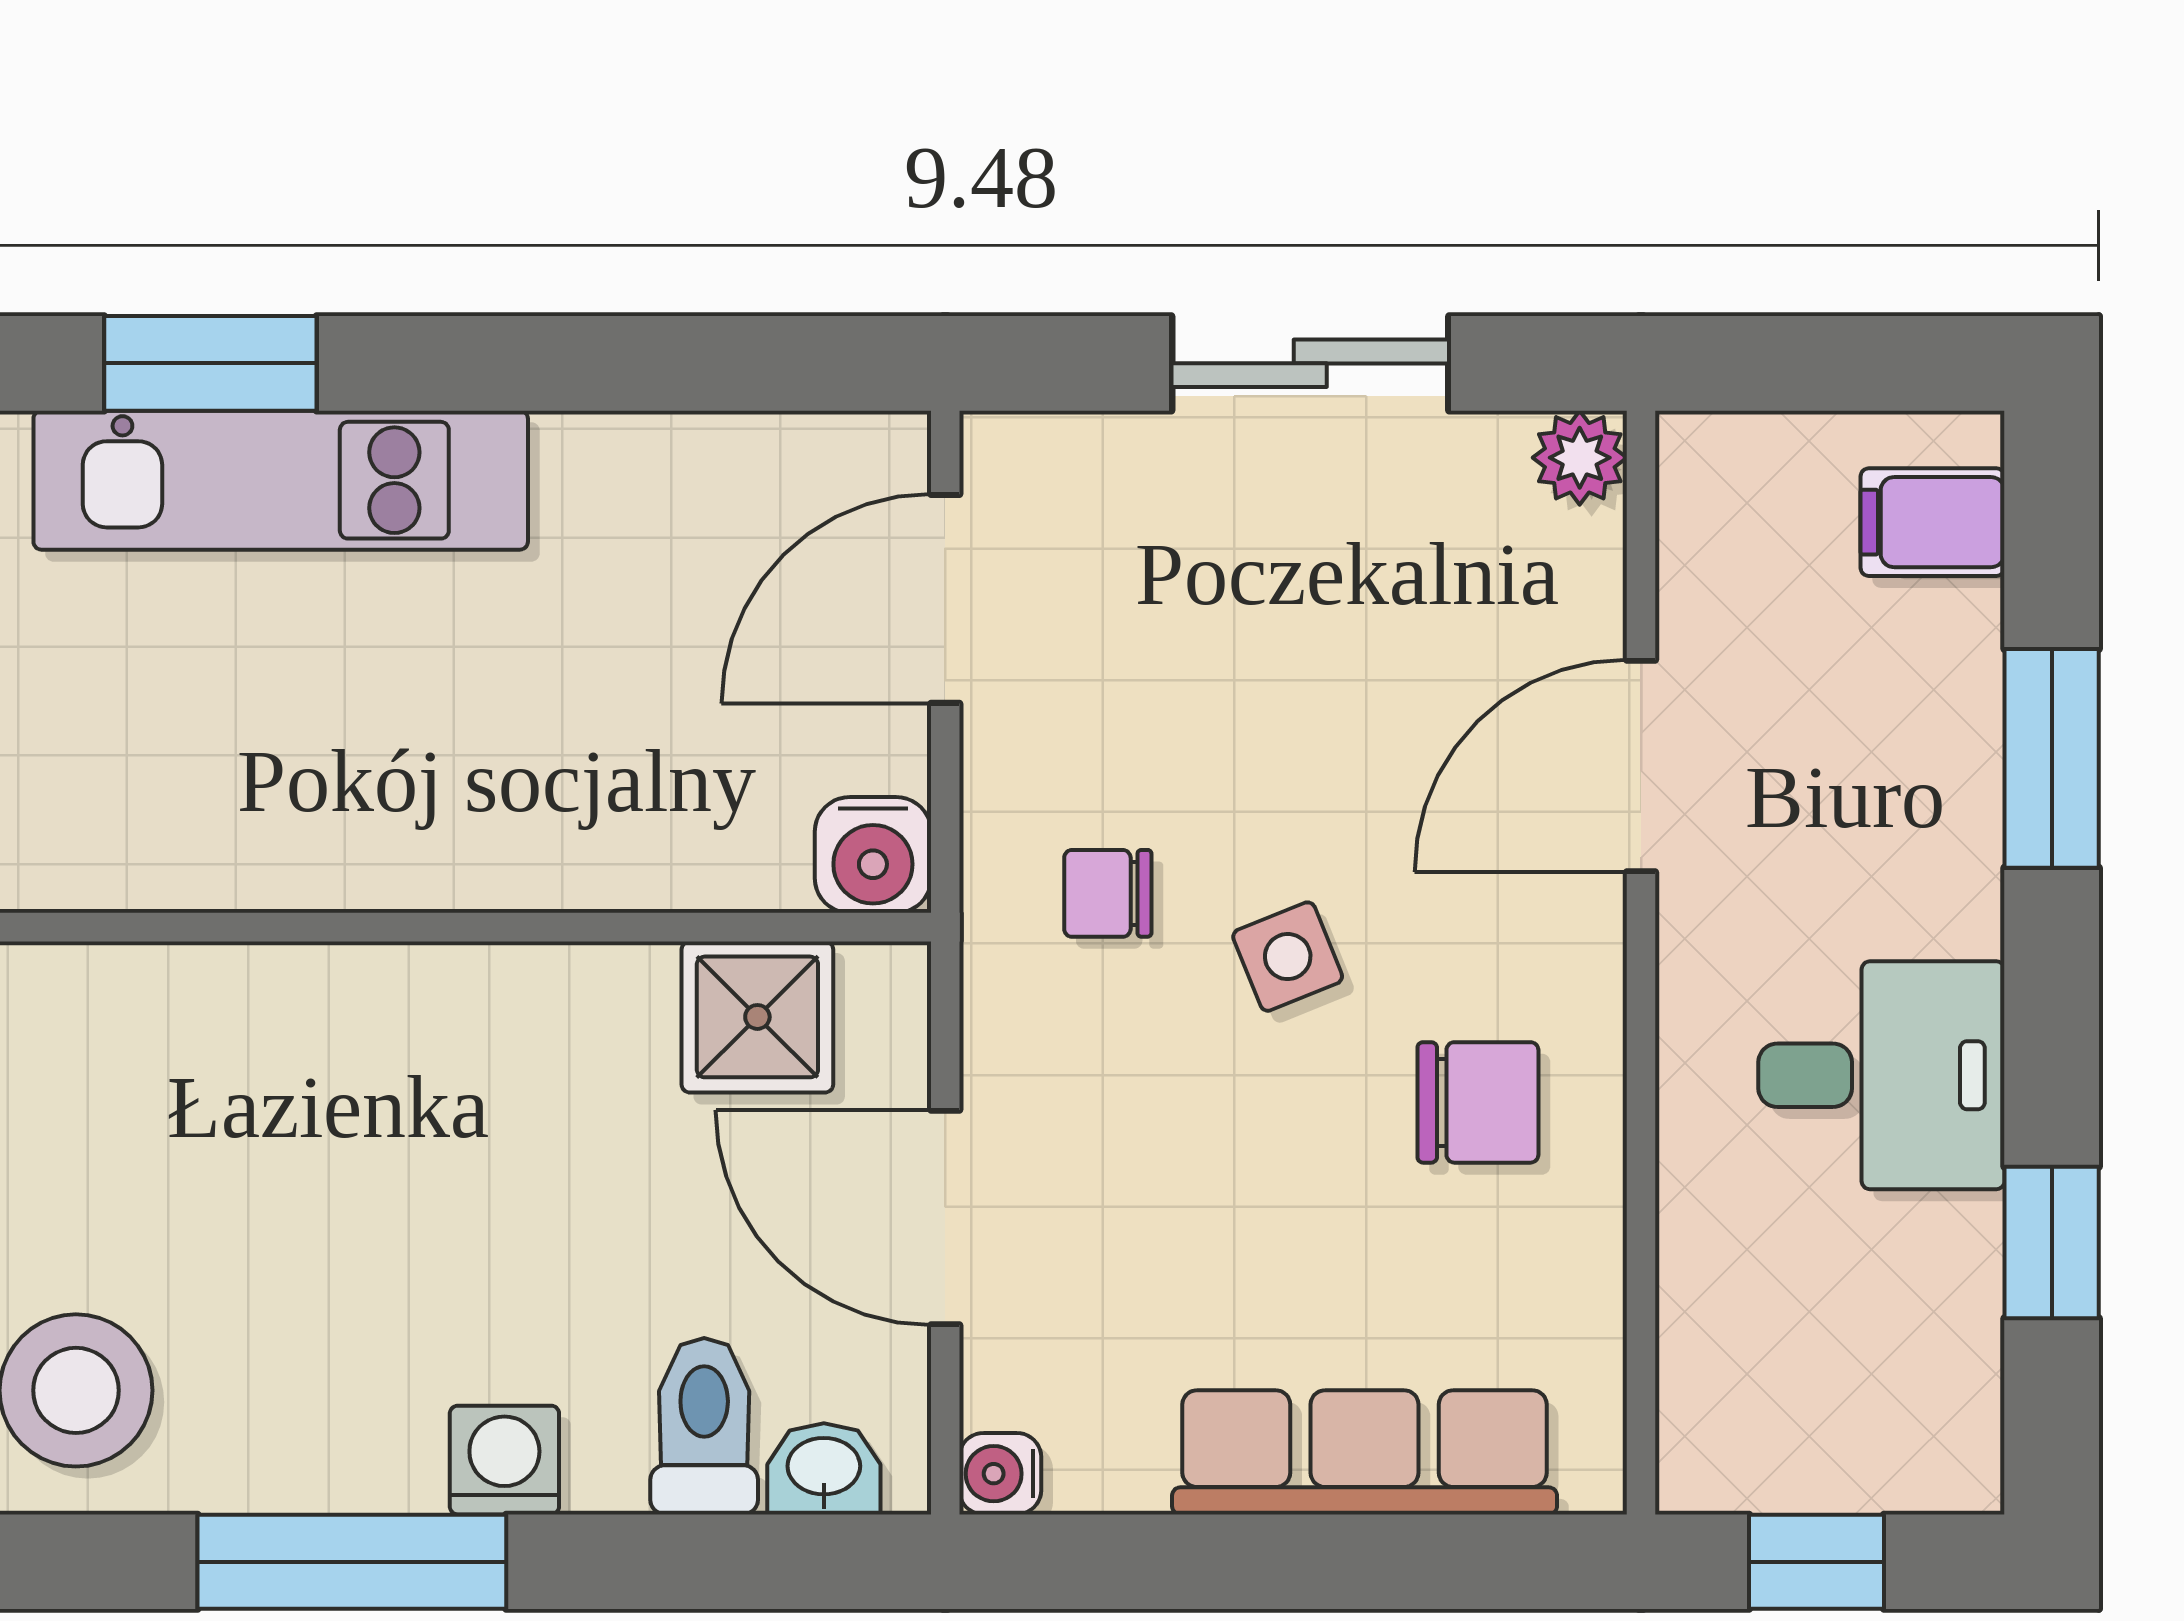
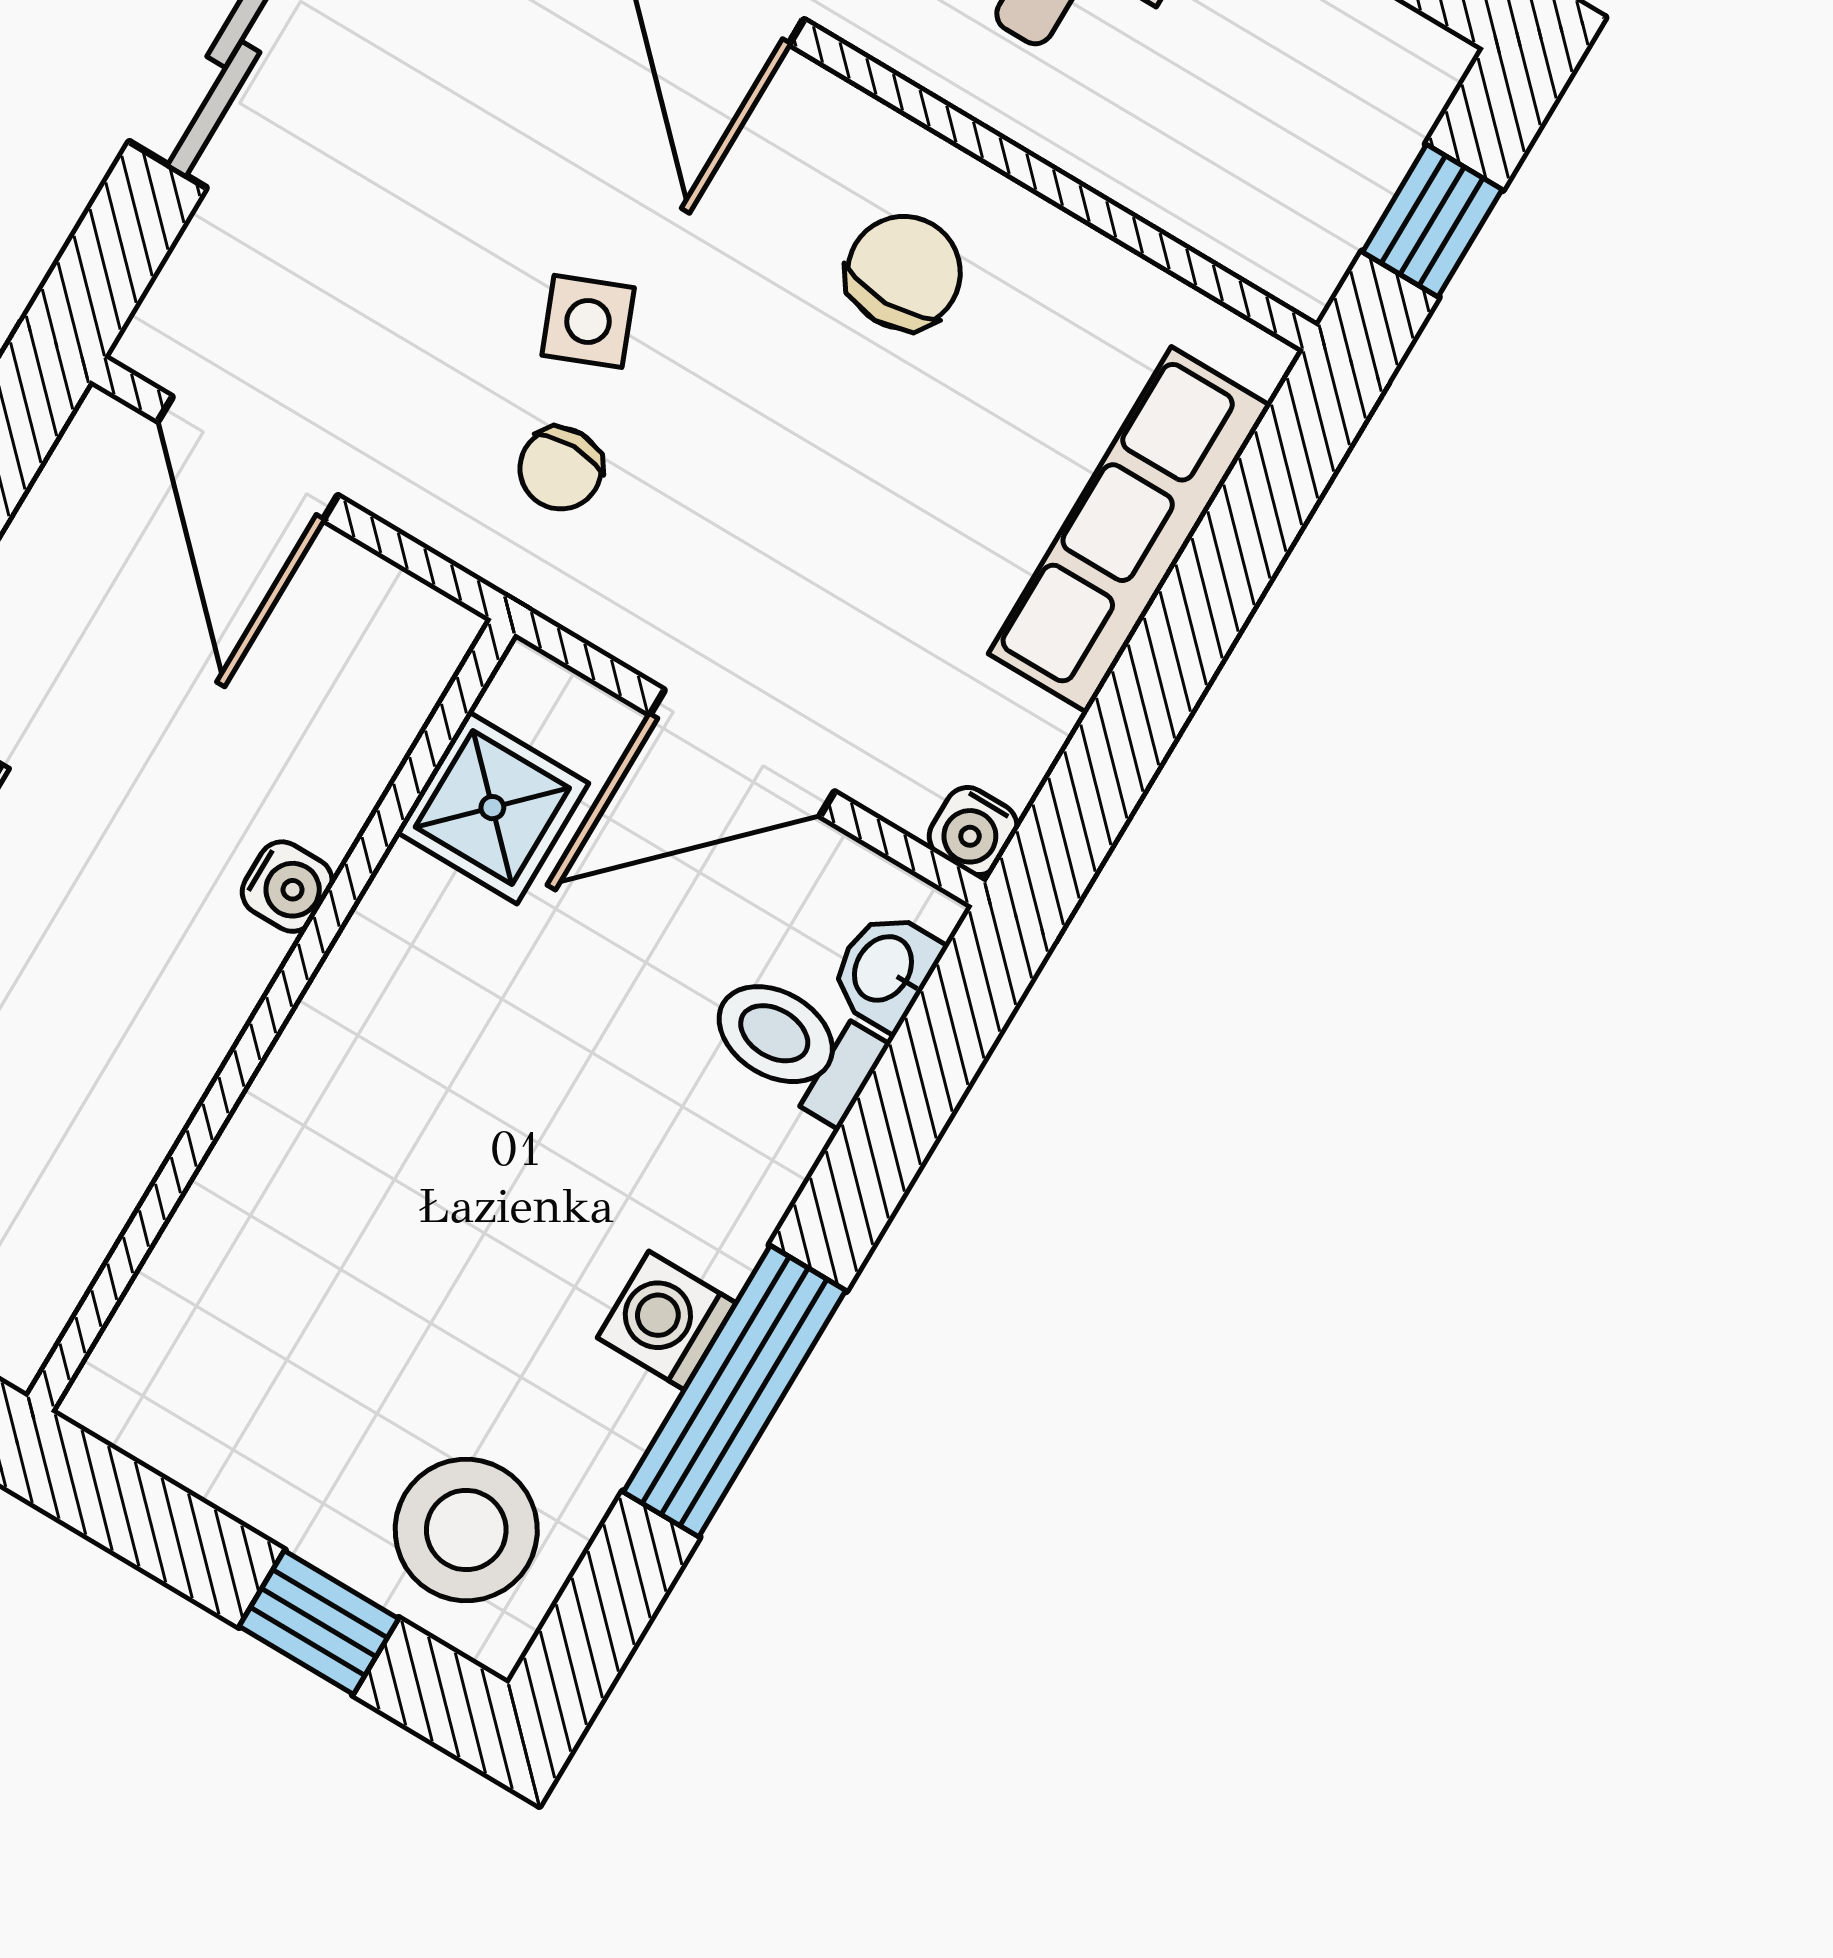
water cooler: (873, 855) -> (287, 887), moved, width x0.72, depth x0.72
side table: (1288, 957) -> (588, 321), moved
washing machine: (504, 1460) -> (667, 1320), moved

